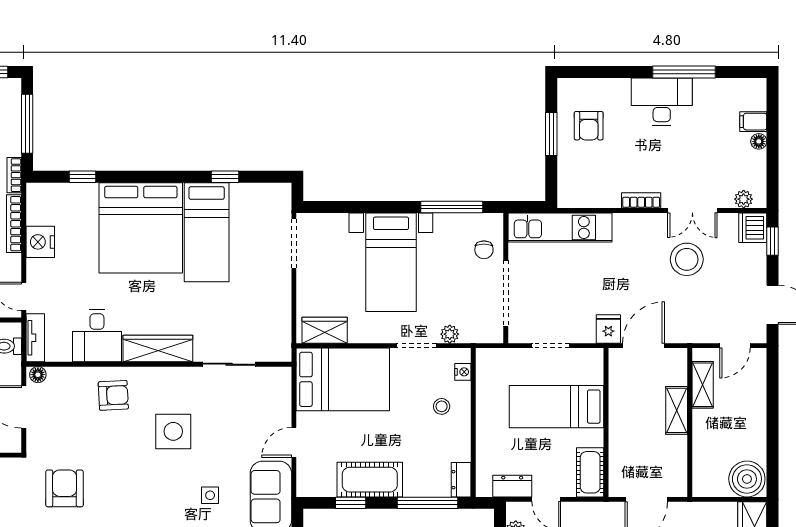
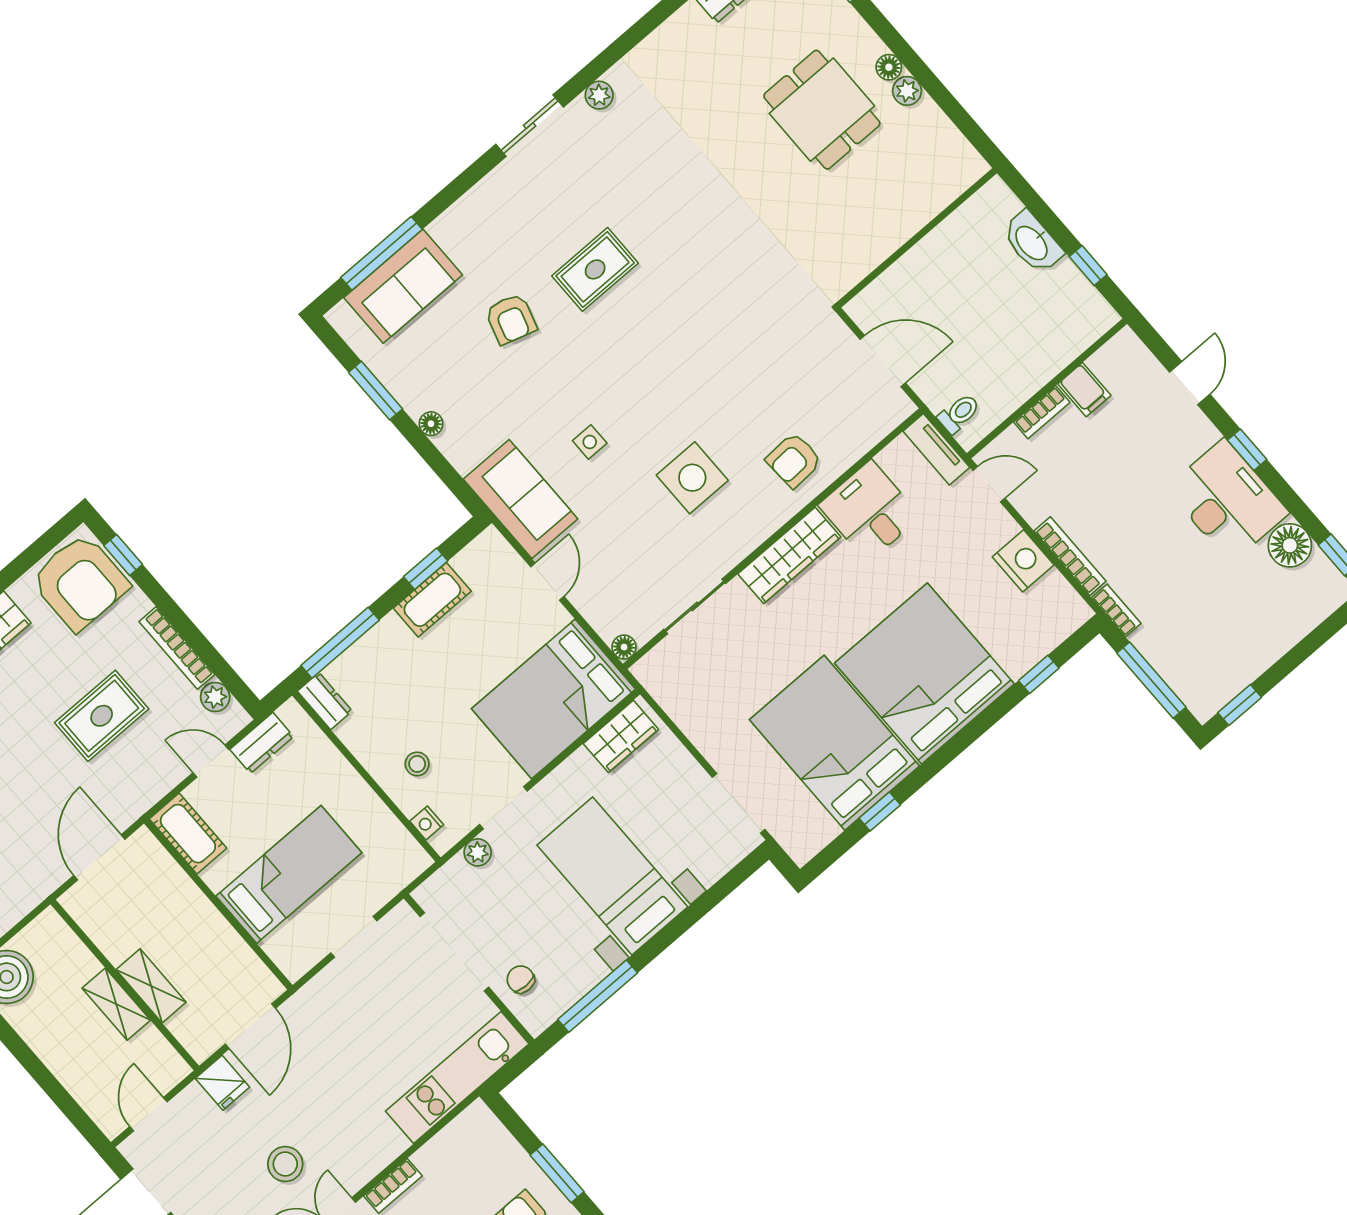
bed: (207, 232) -> (834, 743), width x1.50
stool: (687, 259) -> (285, 1164), width x0.73, depth x0.73
fridge: (608, 329) -> (222, 1083), moved
floor lamp: (38, 375) -> (624, 647), moved
shelving: (703, 385) -> (116, 1004), moved
cot: (370, 480) -> (432, 600), width x0.73, depth x0.75
armchair: (65, 488) -> (759, 309), removed

